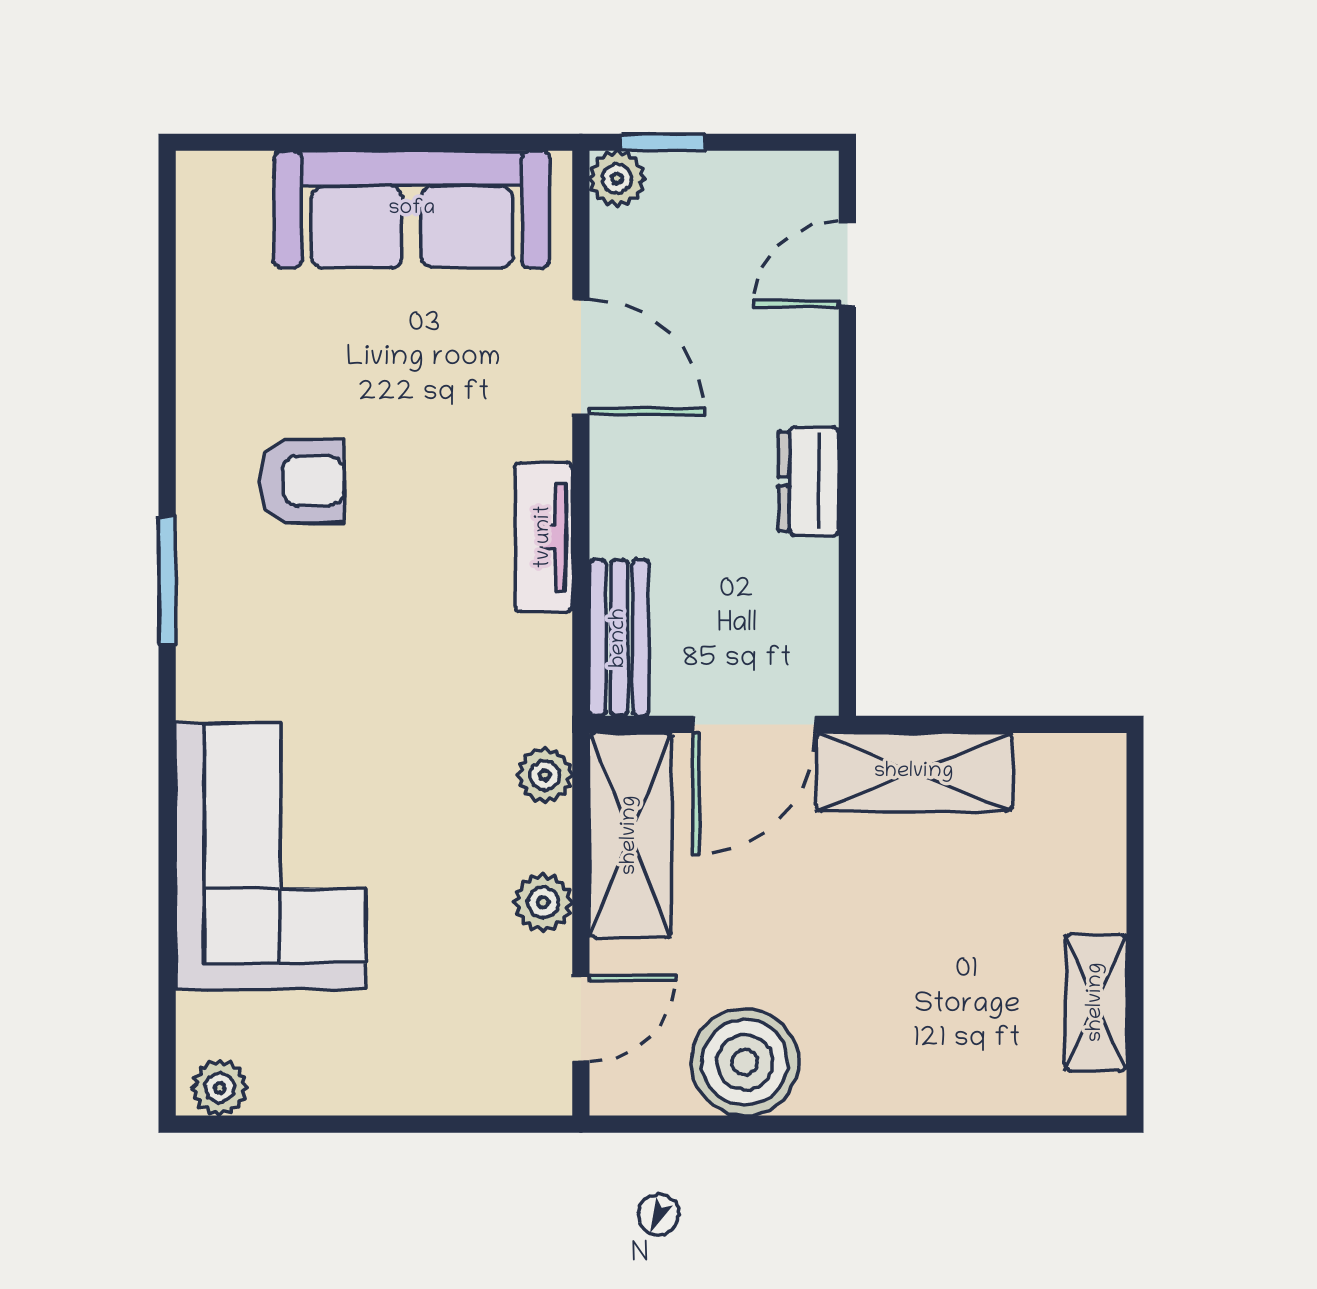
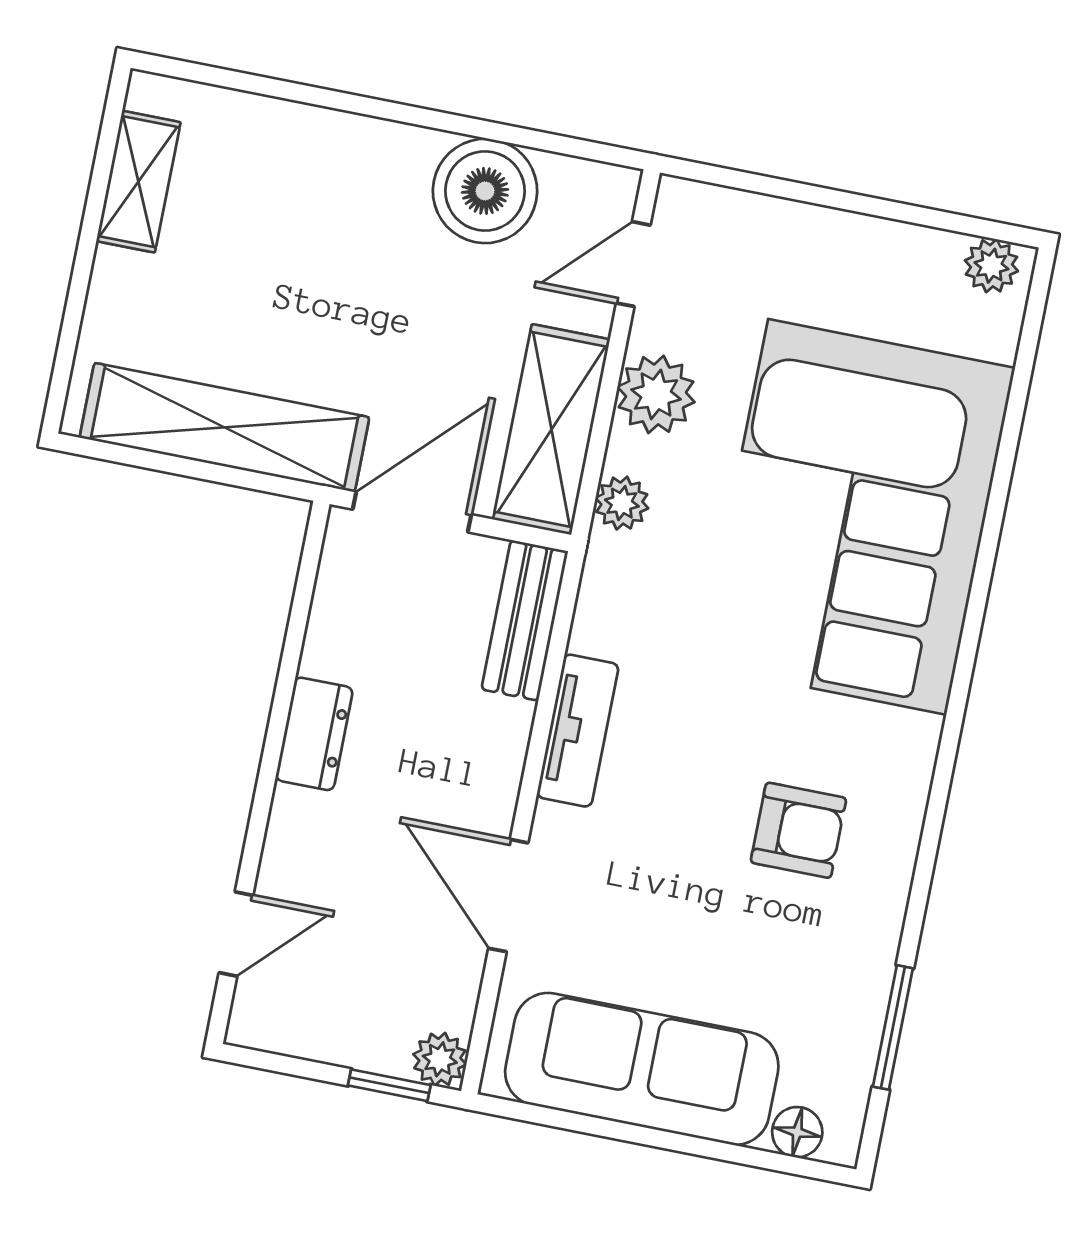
floor lamp: (243, 177) -> (797, 1132), added
armchair: (302, 481) -> (798, 830), turned 180
window: (167, 580) -> (893, 1027), moved
shelving: (914, 772) -> (224, 427), width x1.47
corner sofa: (271, 856) -> (857, 517), width x1.36, depth x1.36
plant: (543, 902) -> (656, 394), width x1.38, depth x1.38

